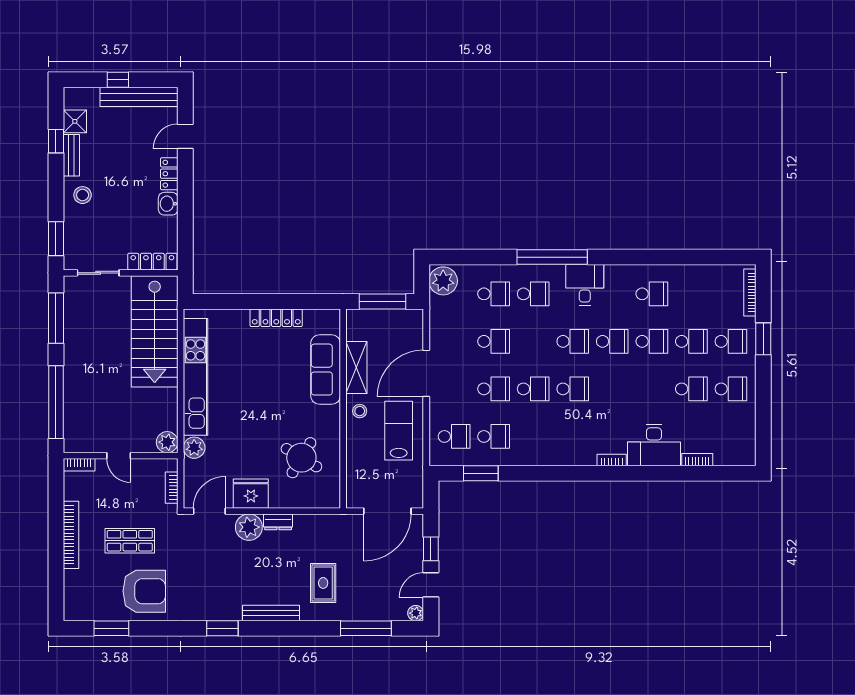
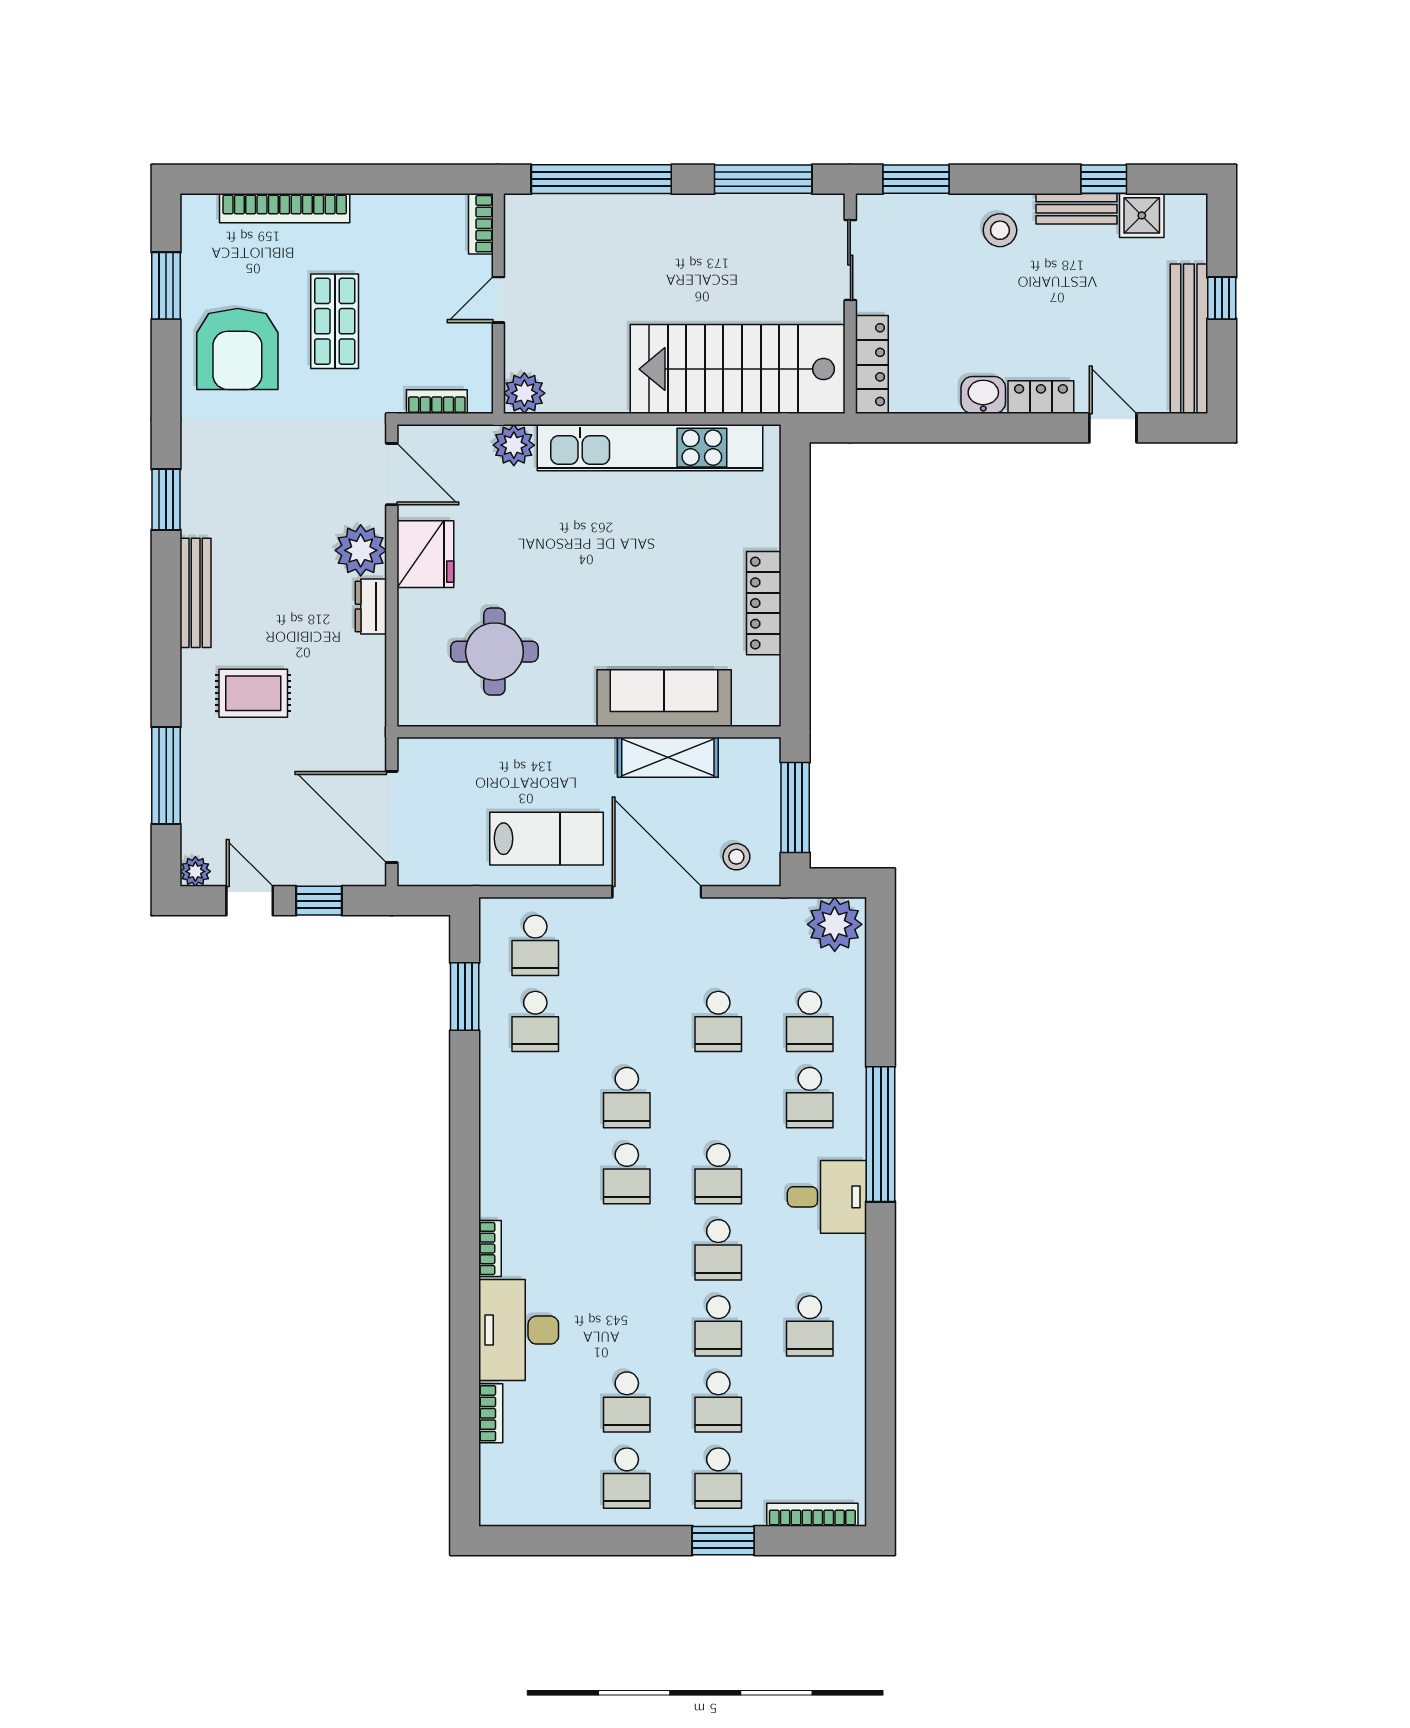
school desk: (494, 389) -> (627, 1021), removed
stool: (360, 411) -> (736, 857), moved
round table: (301, 458) -> (494, 652), turned -31
bookcase: (71, 535) -> (285, 208), moved

